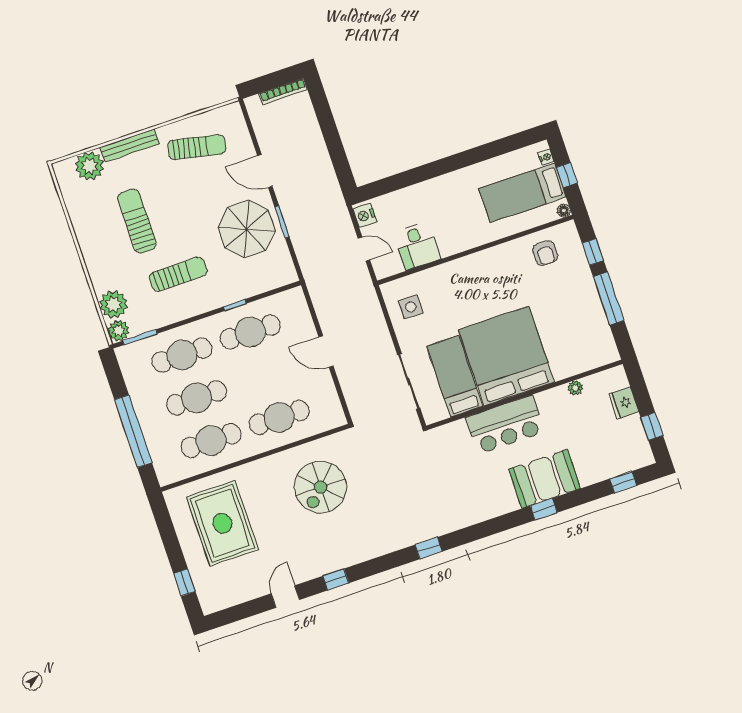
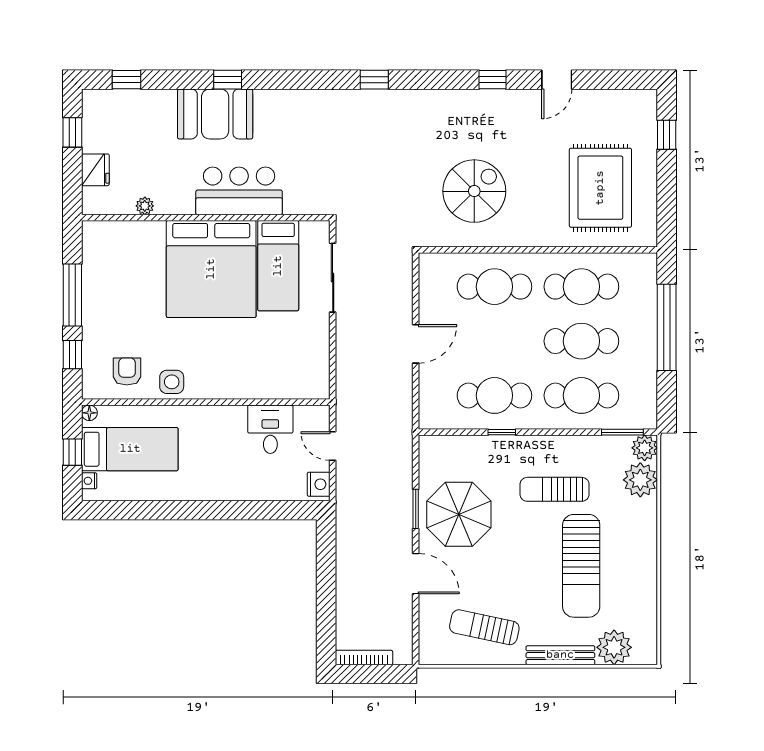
sun lounger: (137, 221) -> (581, 566), width x1.36, depth x1.34
side table: (411, 307) -> (172, 382), moved
door: (326, 352) -> (416, 344), hinge flipped

